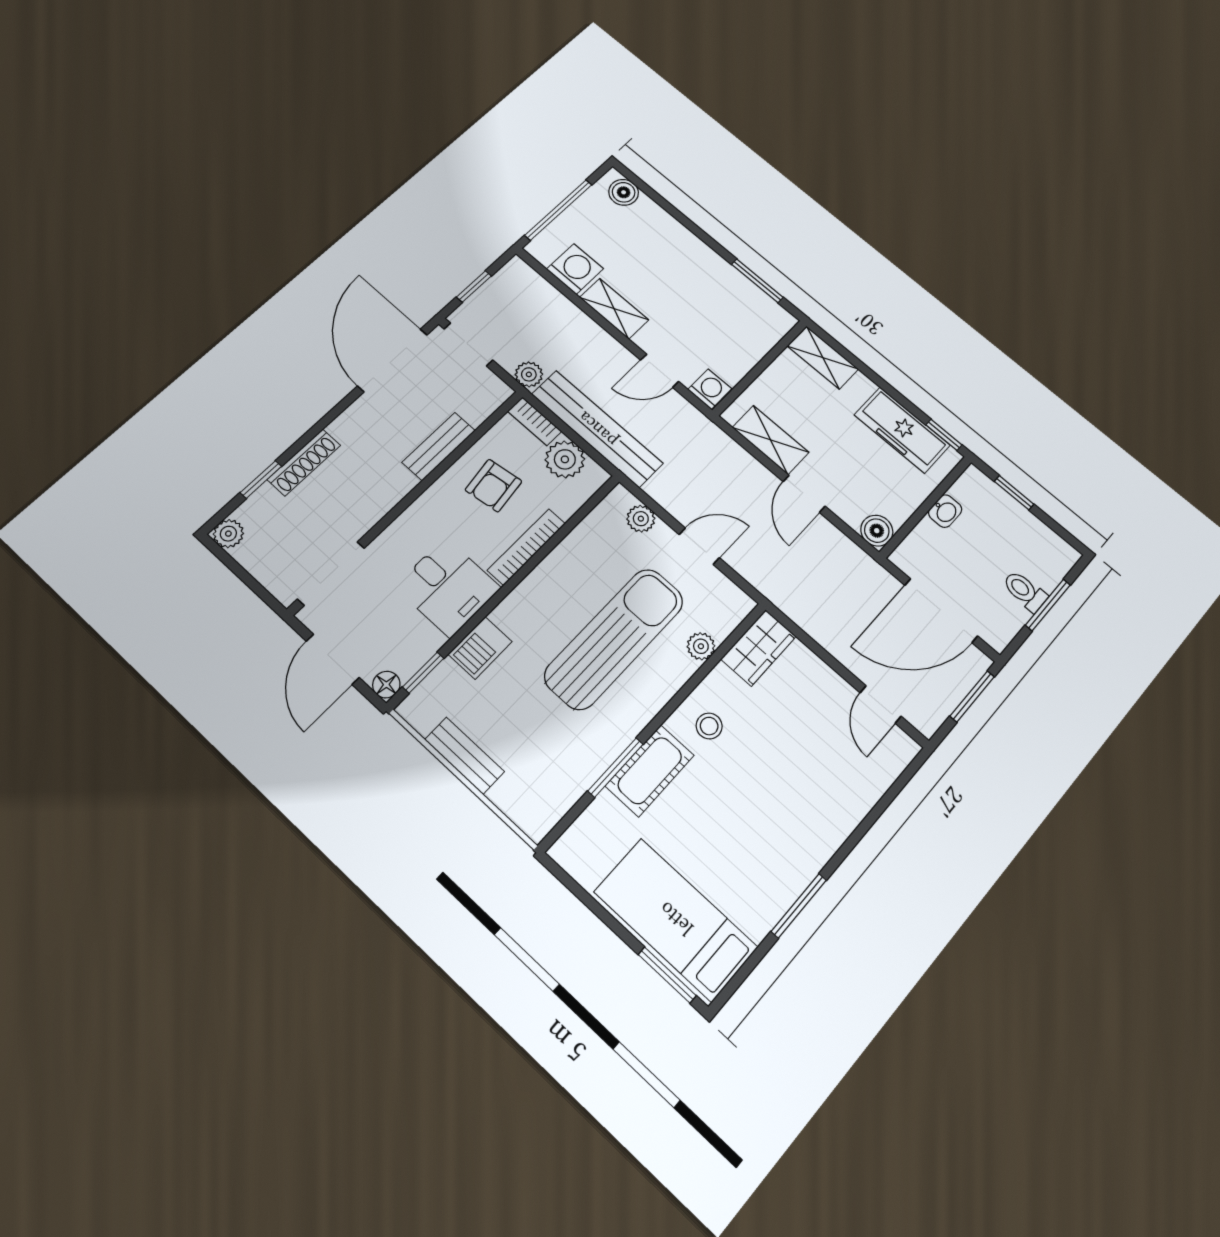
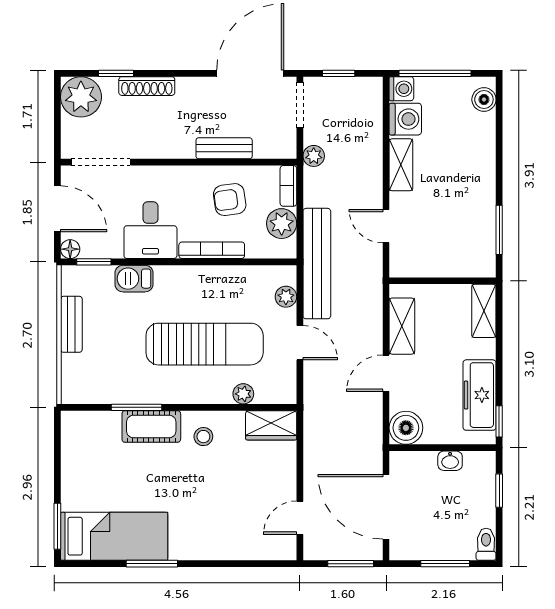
washing machine: (710, 389) -> (401, 89), moved
bench: (597, 429) -> (317, 264), moved
boiler: (877, 531) -> (406, 428), width x1.36, depth x1.36
plant: (228, 534) -> (81, 97), width x1.87, depth x1.87
toilet: (1025, 591) -> (486, 544), moved
door: (333, 659) -> (57, 209), swing flipped
bed: (676, 919) -> (114, 536), moved, turned 90

